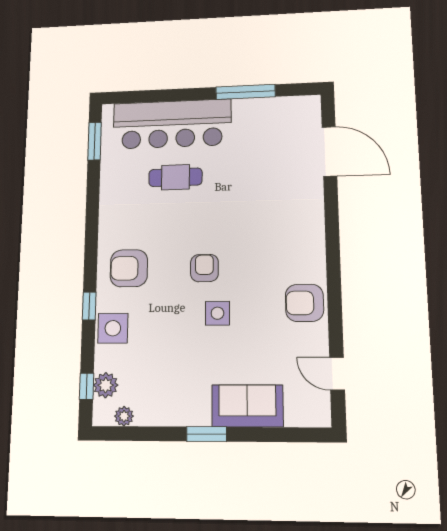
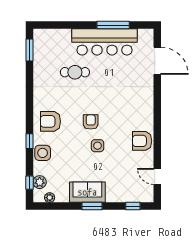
bar counter: (172, 124) -> (104, 42), moved
sofa: (247, 406) -> (87, 192), moved
window: (289, 435) -> (133, 206), added

